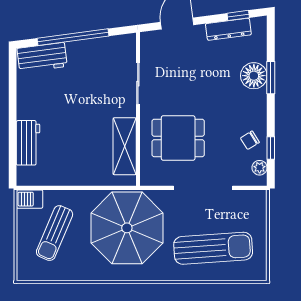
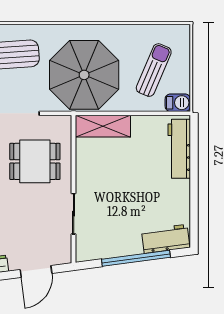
workbench: (28, 143) -> (179, 149), width x1.38
shelving: (125, 146) -> (103, 126), moved, turned 90

